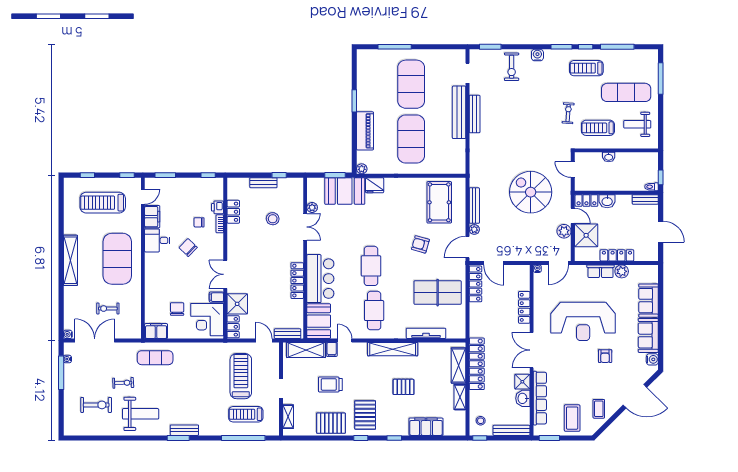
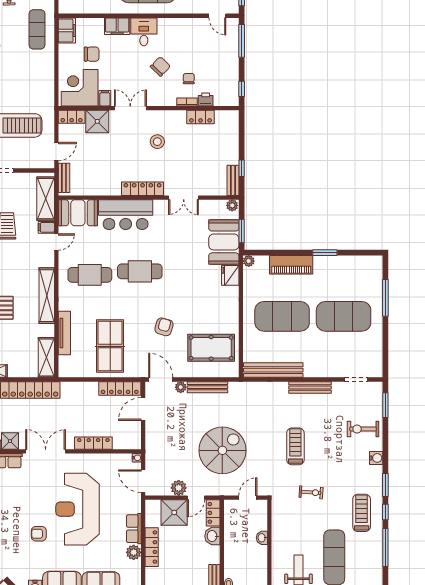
bench: (459, 112) -> (273, 370), moved
treadmill: (598, 128) -> (295, 446), moved
window: (165, 175) -> (242, 41), width x1.44
bench: (263, 183) -> (233, 180), moved
plant: (312, 208) -> (232, 205), moved
filing cabinet: (152, 217) -> (117, 26), moved
stool: (273, 219) -> (157, 142), moved
desk: (157, 240) -> (144, 32), moved
locker: (297, 281) -> (143, 189), moved
shelving: (458, 366) -> (46, 357), moved, turned 90

